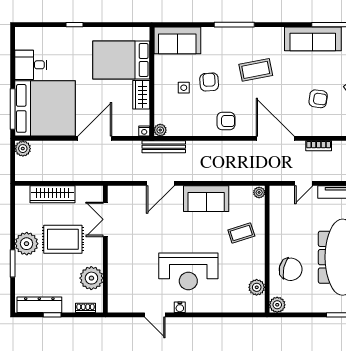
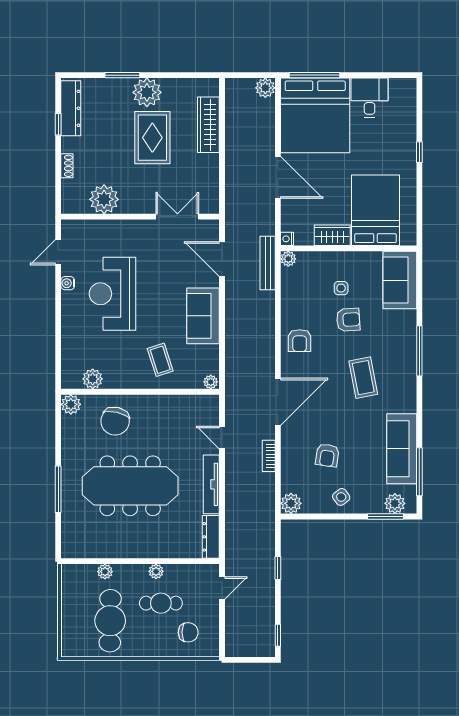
double door: (105, 219) -> (177, 217), moved
wall: (105, 249) -> (140, 217), moved
plant: (91, 278) -> (104, 199), moved

